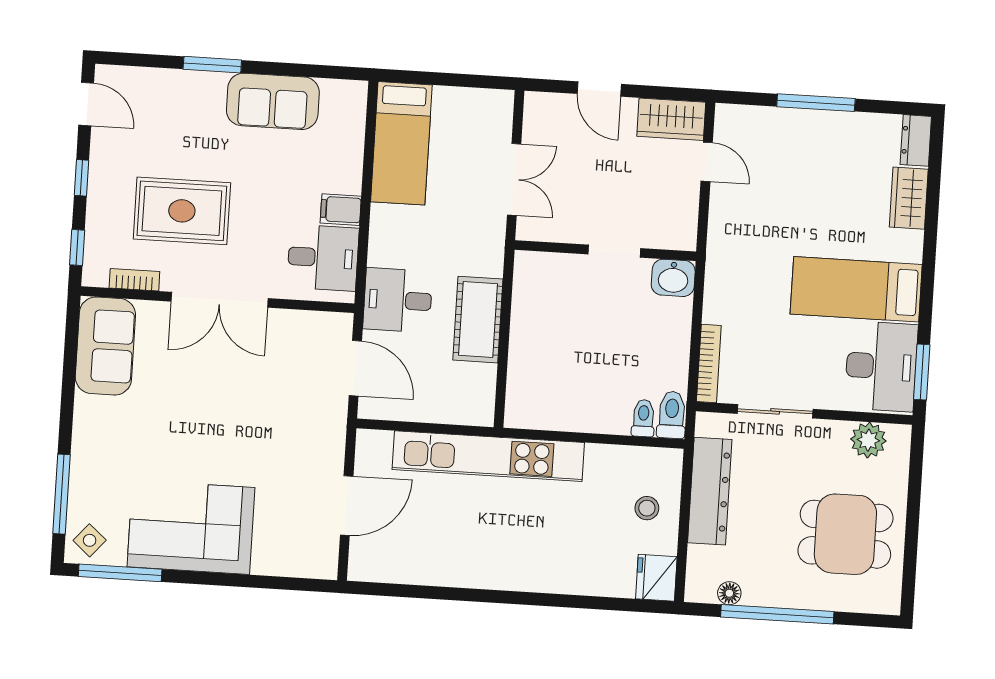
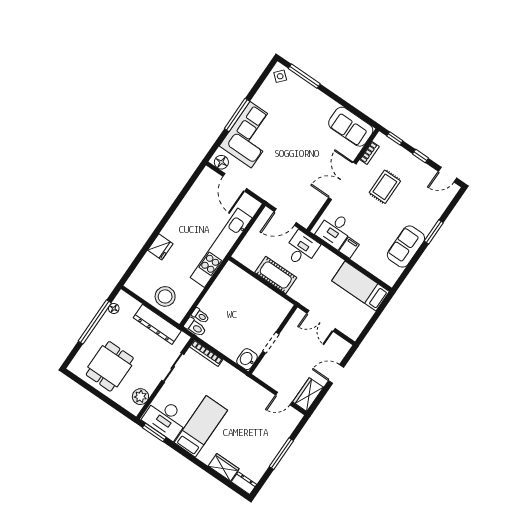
rug: (182, 211) -> (385, 187), width x0.73, depth x0.70
stool: (647, 508) -> (165, 296), width x1.89, depth x1.89
corner sofa: (191, 527) -> (251, 135), moved
floor lamp: (323, 554) -> (221, 162), added
window: (120, 573) -> (237, 115), moved
fridge: (656, 578) -> (160, 247), moved, turned 90

